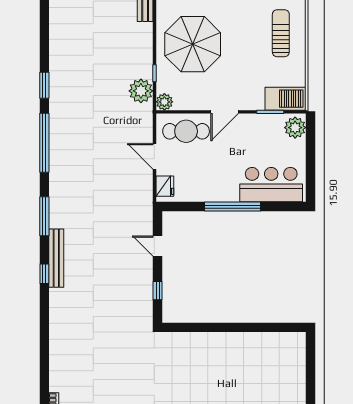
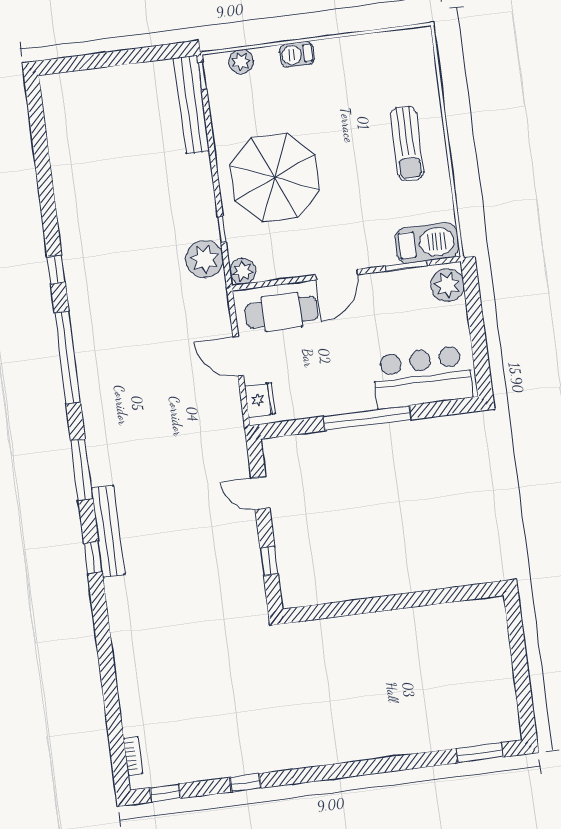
sun lounger: (281, 33) -> (407, 144), turned 180
window: (44, 85) -> (56, 270), width x0.67

